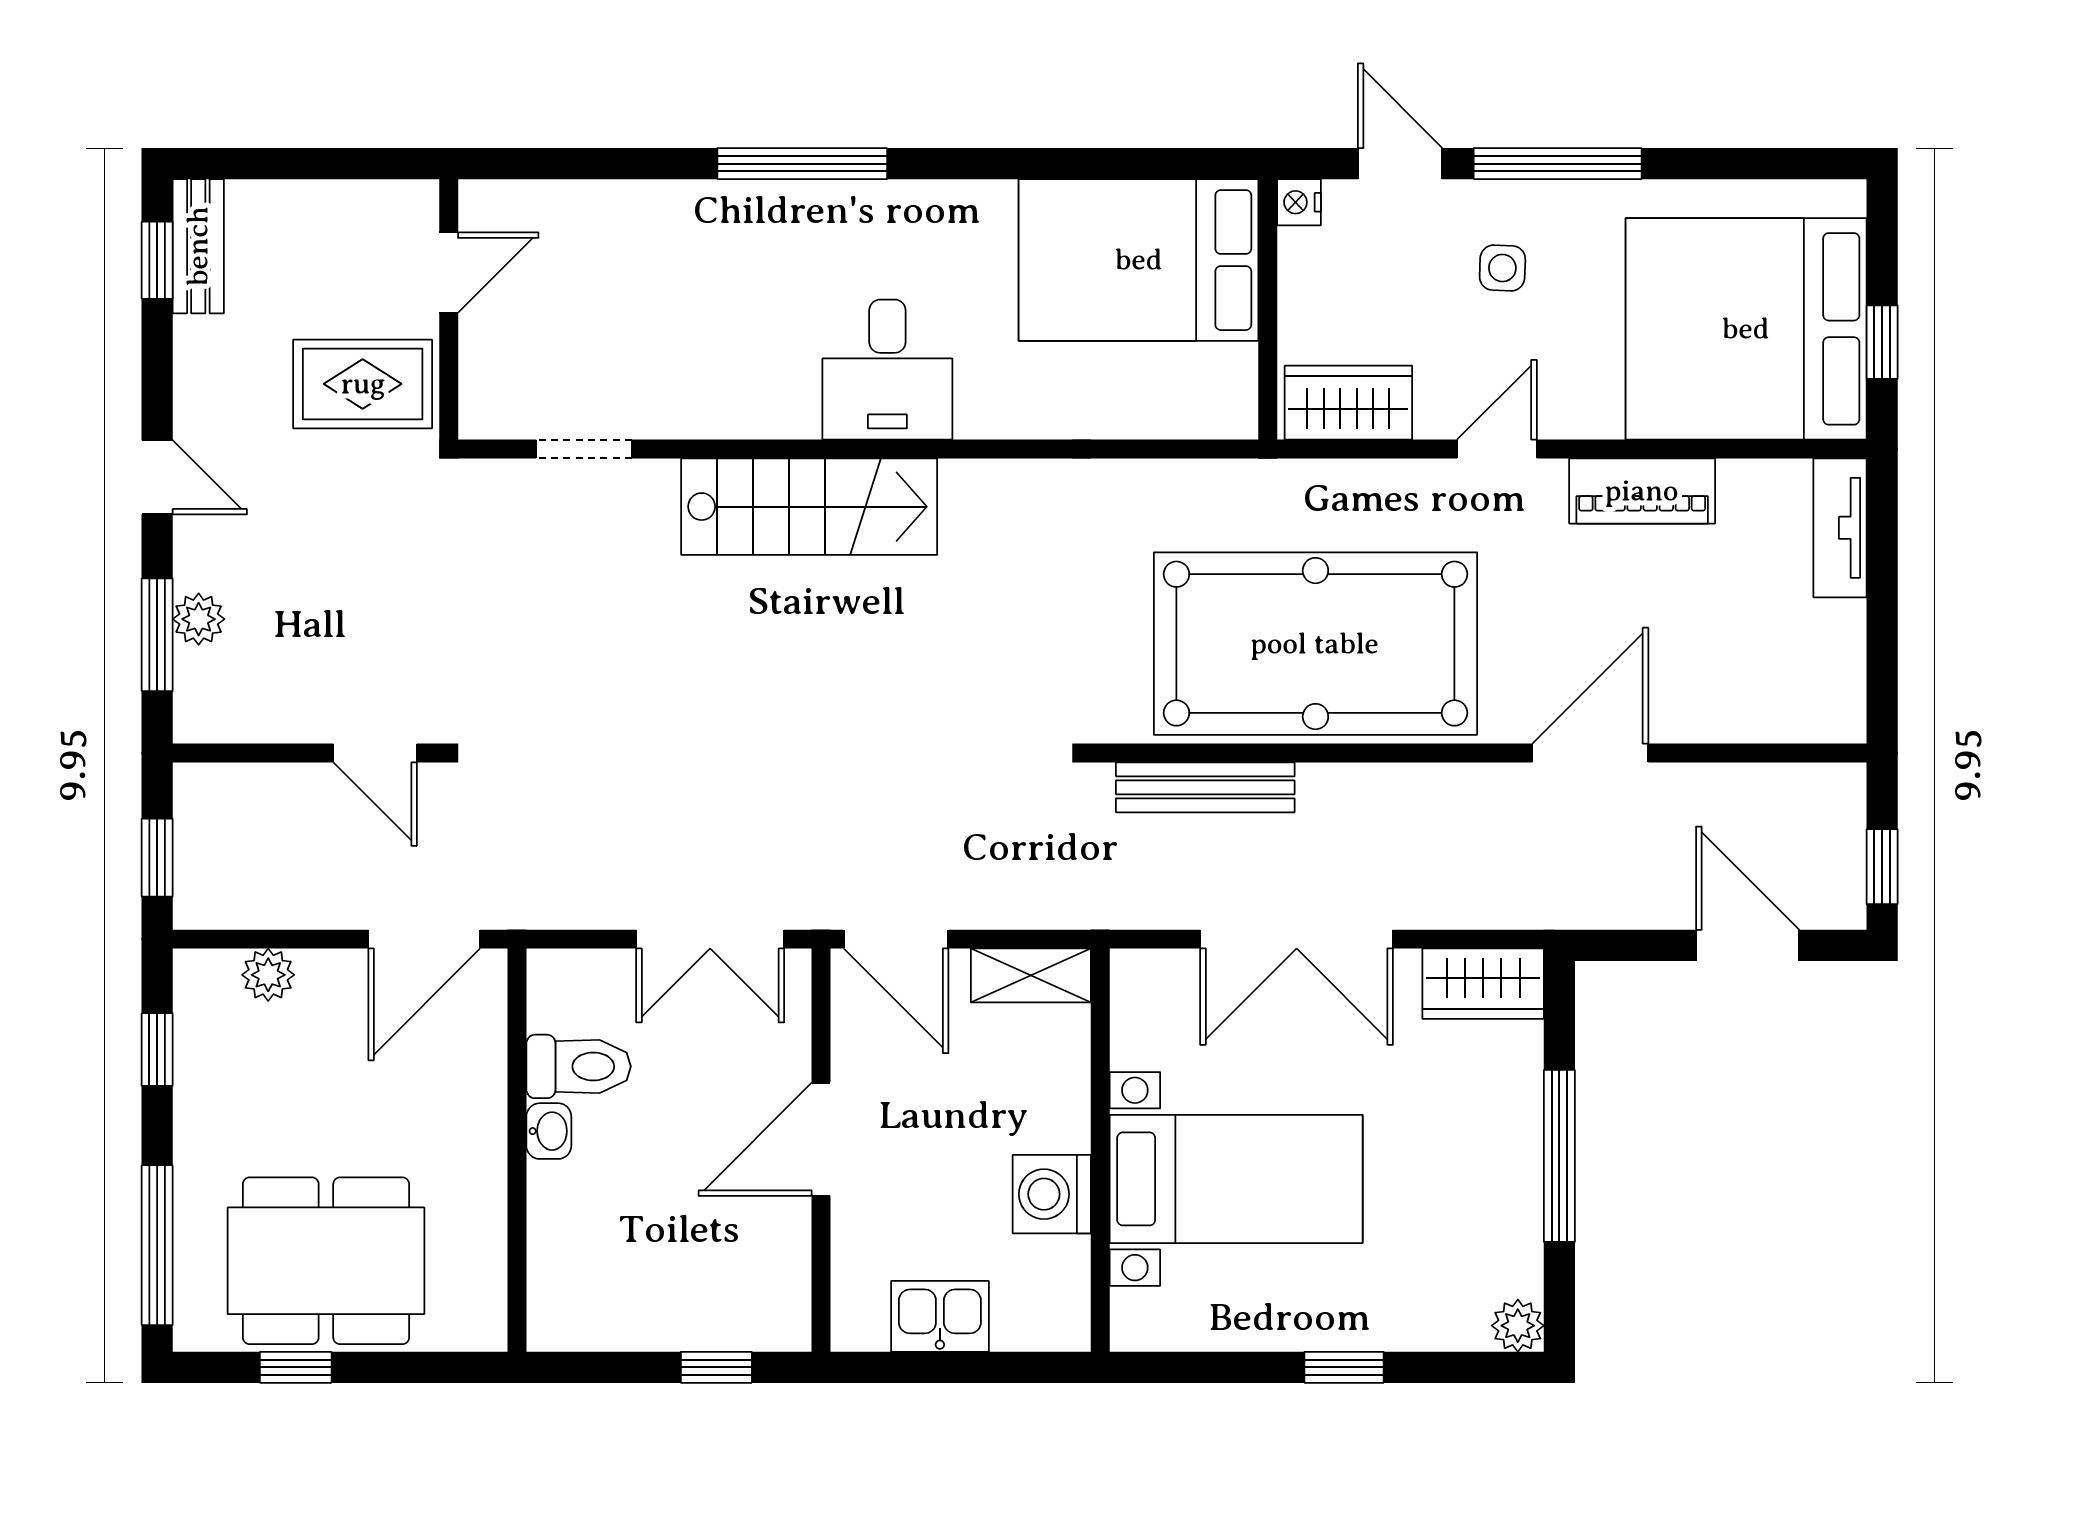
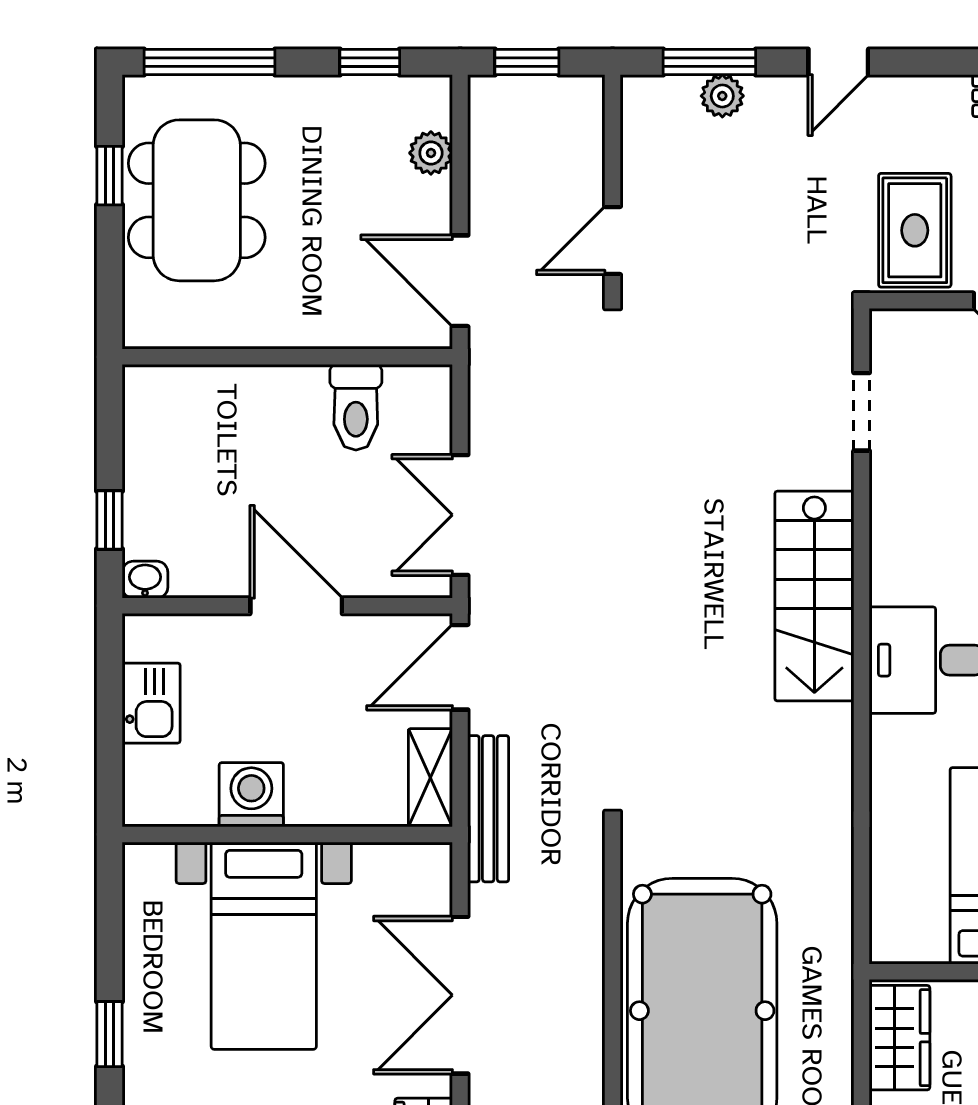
bench: (1205, 787) -> (488, 809), moved
washbasin: (549, 1131) -> (145, 580), moved, turned 180

